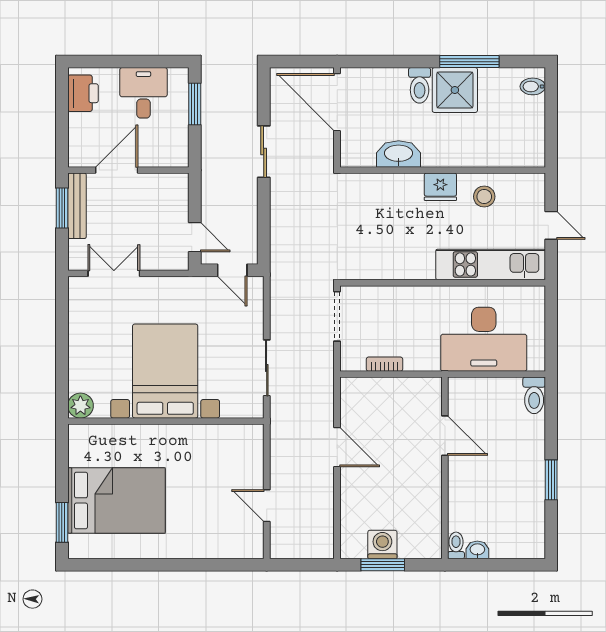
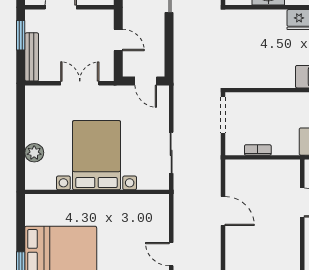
bench: (77, 206) -> (32, 57), moved
door: (195, 237) -> (118, 40), moved
double door: (114, 273) -> (80, 83), moved
plant: (80, 406) -> (34, 153), moved

